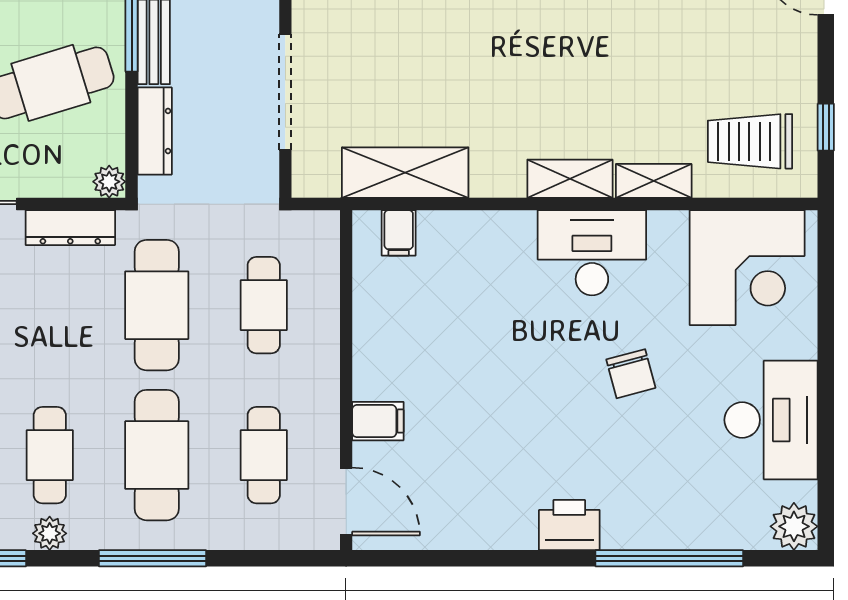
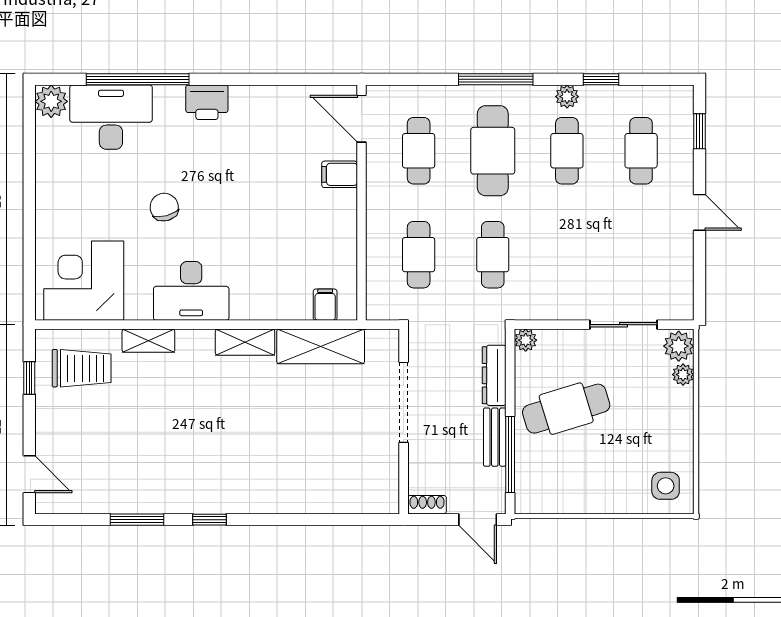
shelving: (570, 179) -> (245, 342), moved
dresser: (70, 228) -> (553, 308), removed
cafe table: (157, 305) -> (493, 255), width x0.73, depth x0.74
desk: (771, 420) -> (111, 117), moved, turned 90

